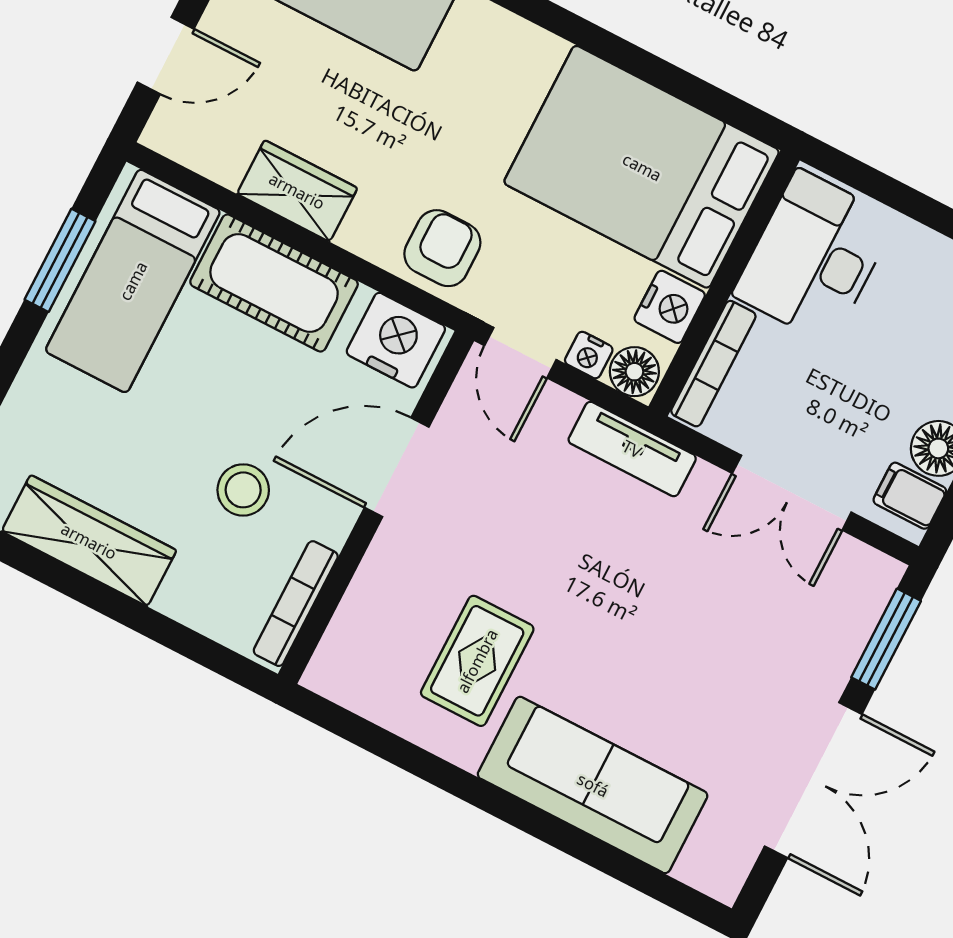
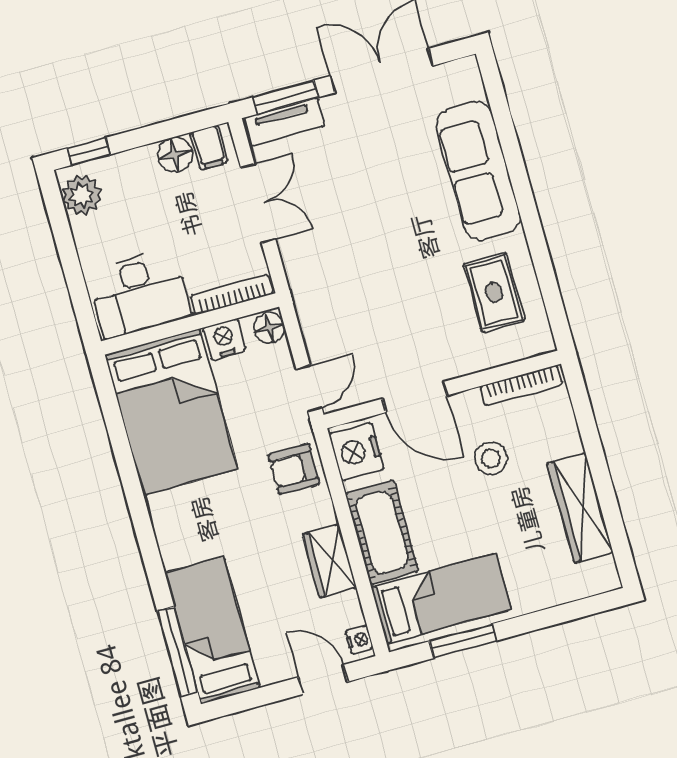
nightstand: (589, 355) -> (359, 640), moved
tv unit: (632, 449) -> (284, 122), moved, turned 90
rug: (477, 661) -> (494, 292), moved, turned 90

